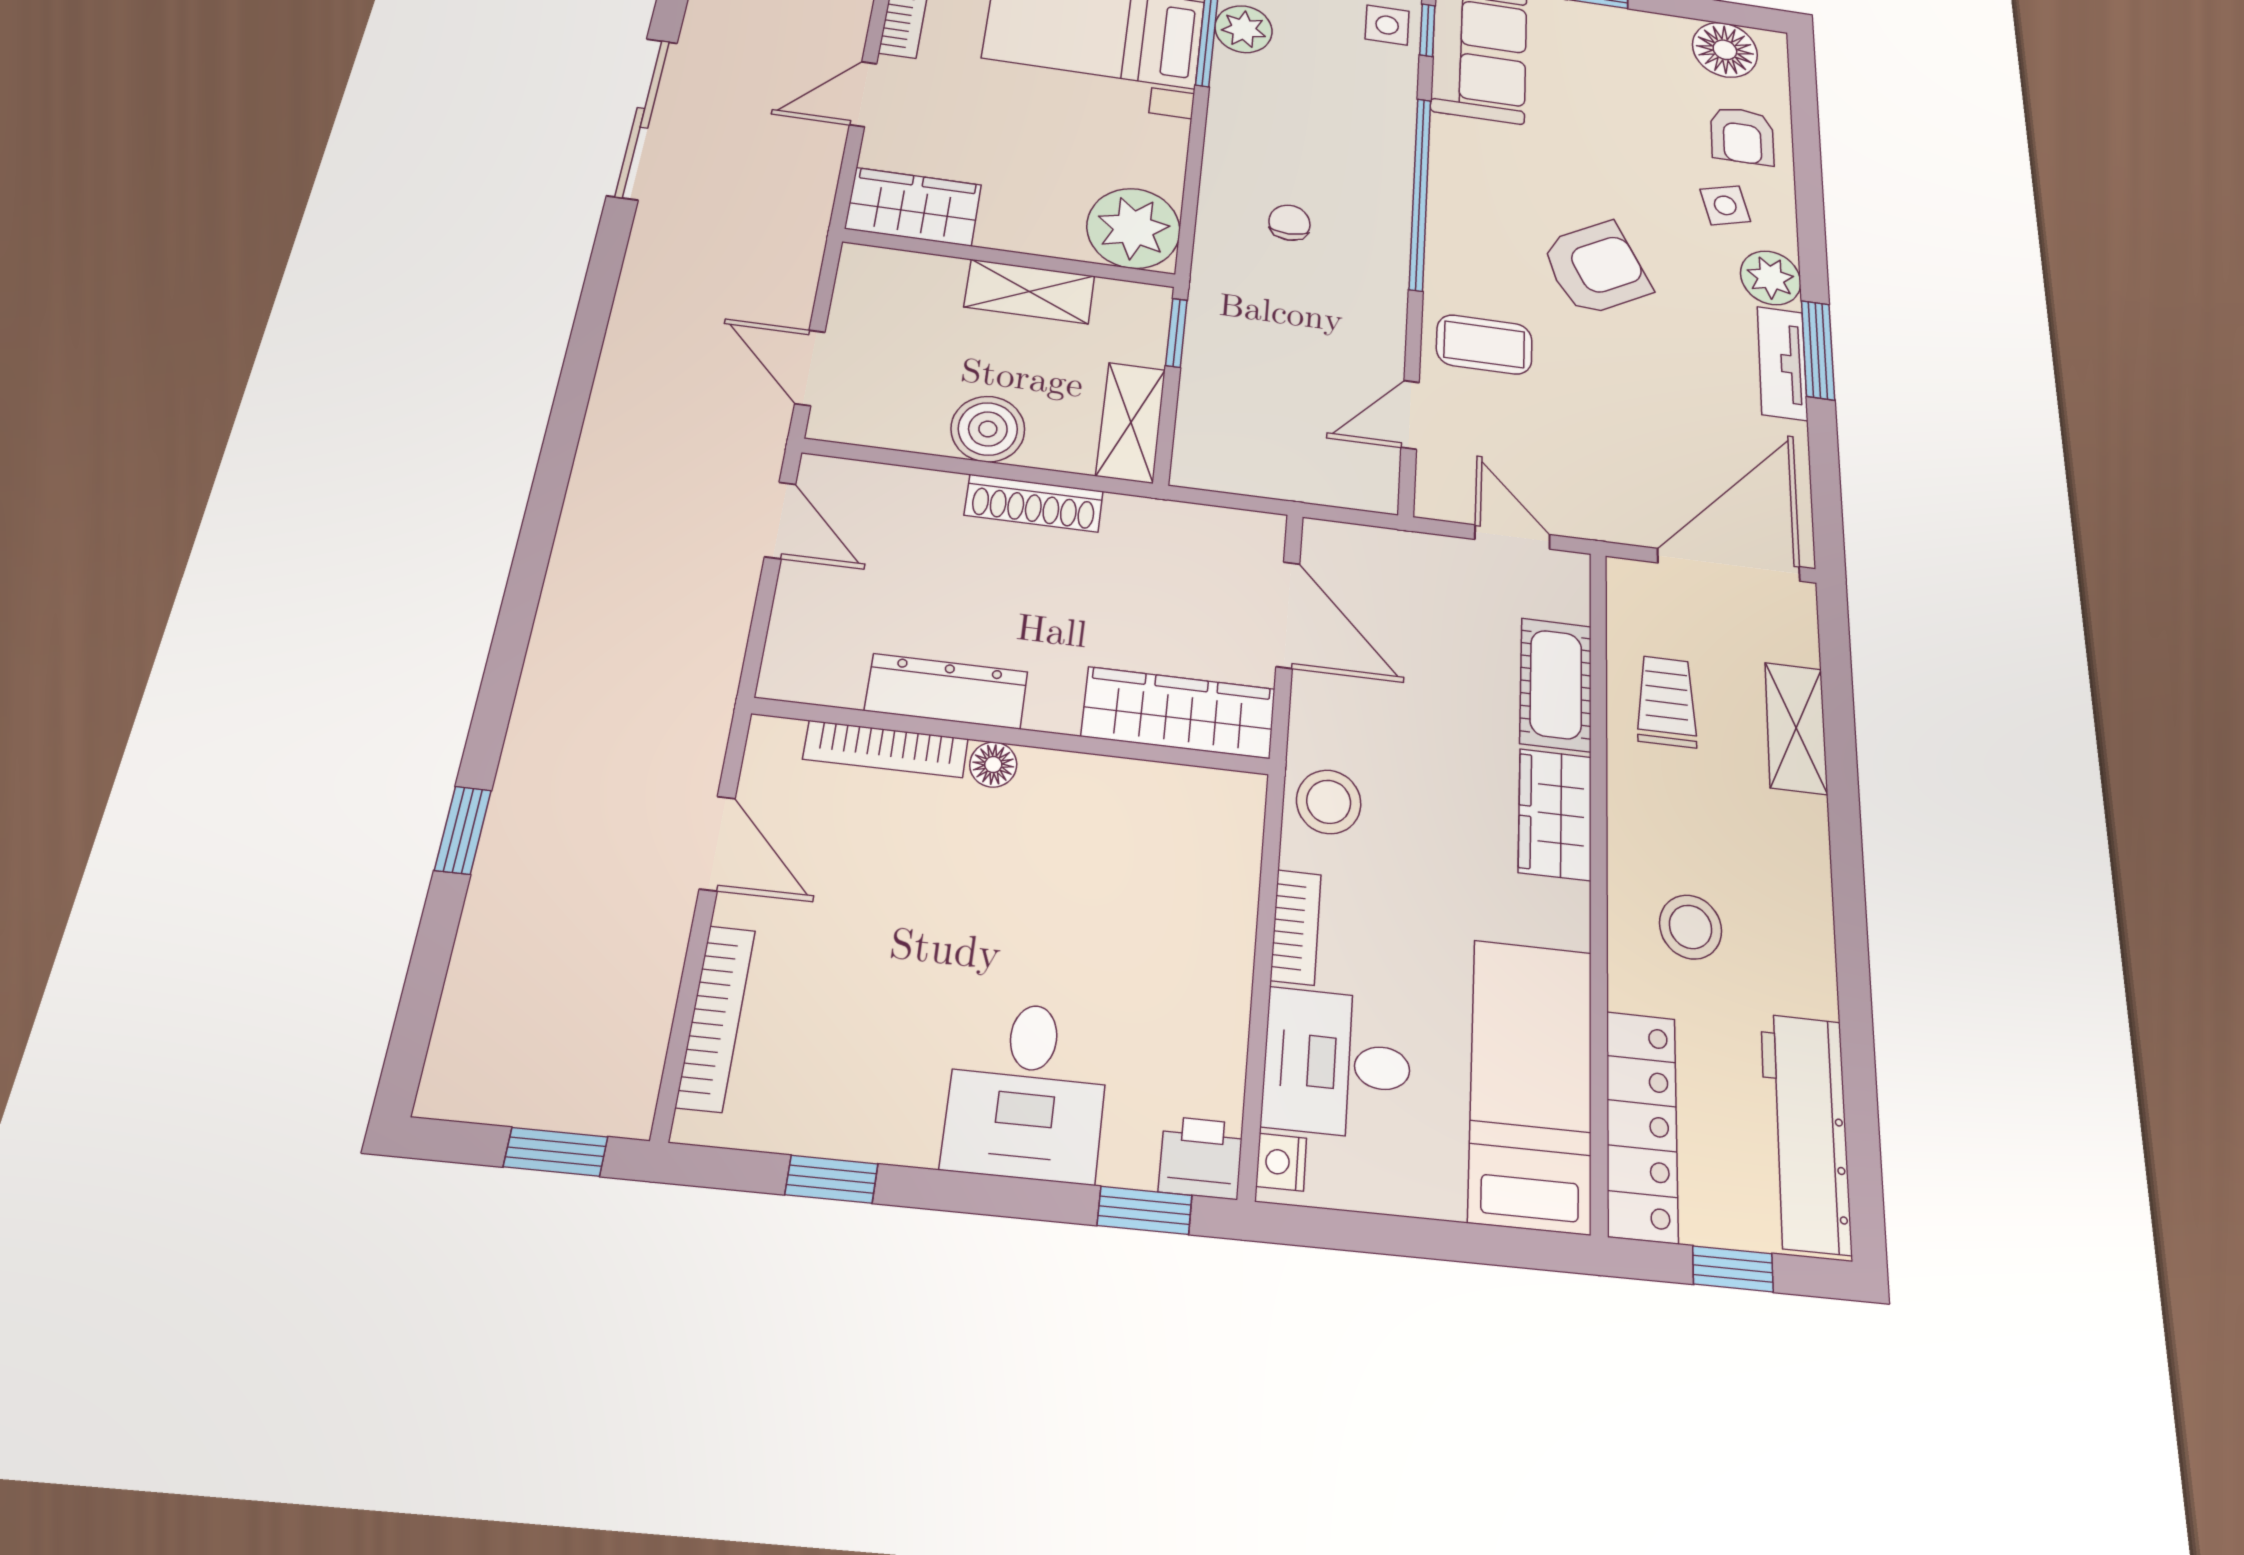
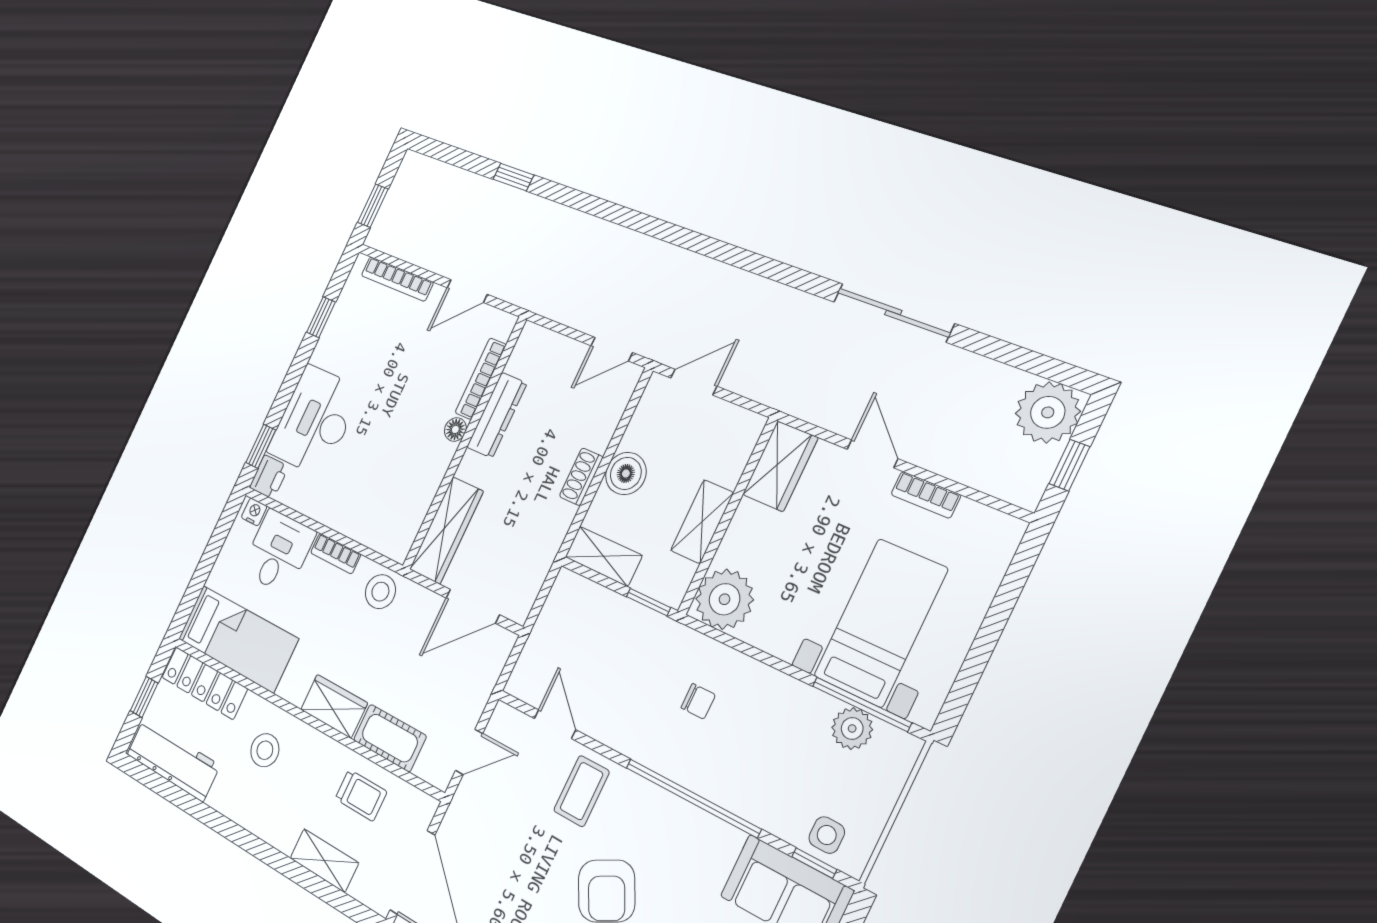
shoe rack: (1034, 503) -> (581, 477), width x0.70
desk: (1027, 1091) -> (315, 421), width x1.37

